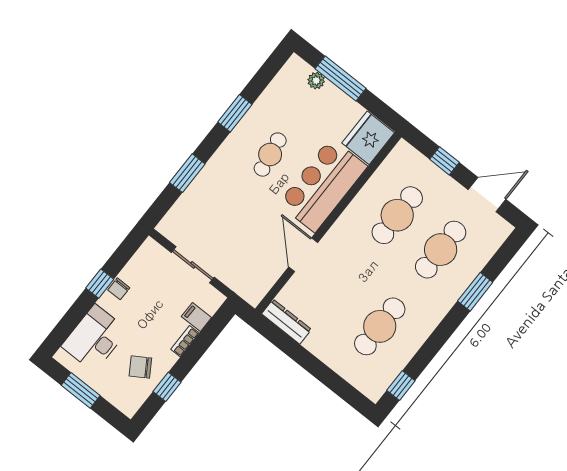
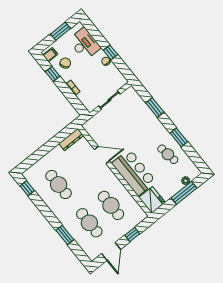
cafe table: (270, 155) -> (168, 154), moved
filing cabinet: (196, 317) -> (50, 55), moved

